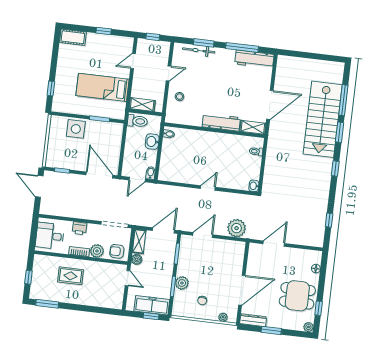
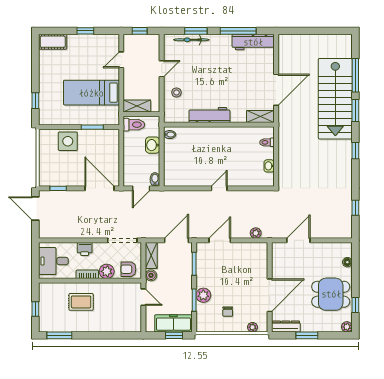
workbench: (221, 122) -> (209, 115), moved
washbasin: (254, 186) -> (269, 166), moved
plant: (237, 228) -> (256, 233), width x0.53, depth x0.53

